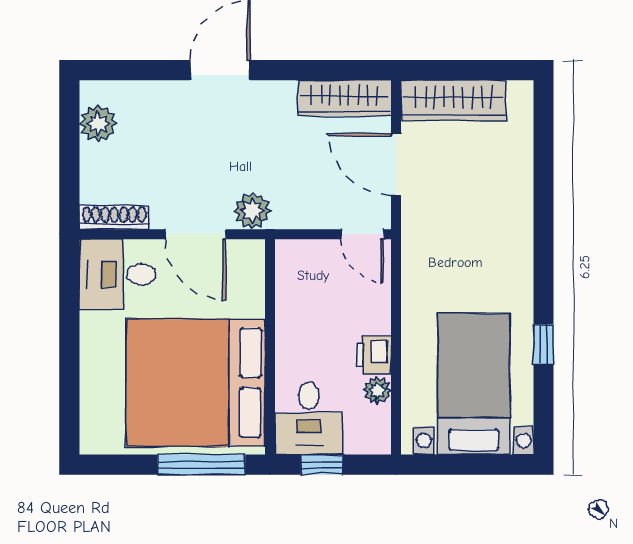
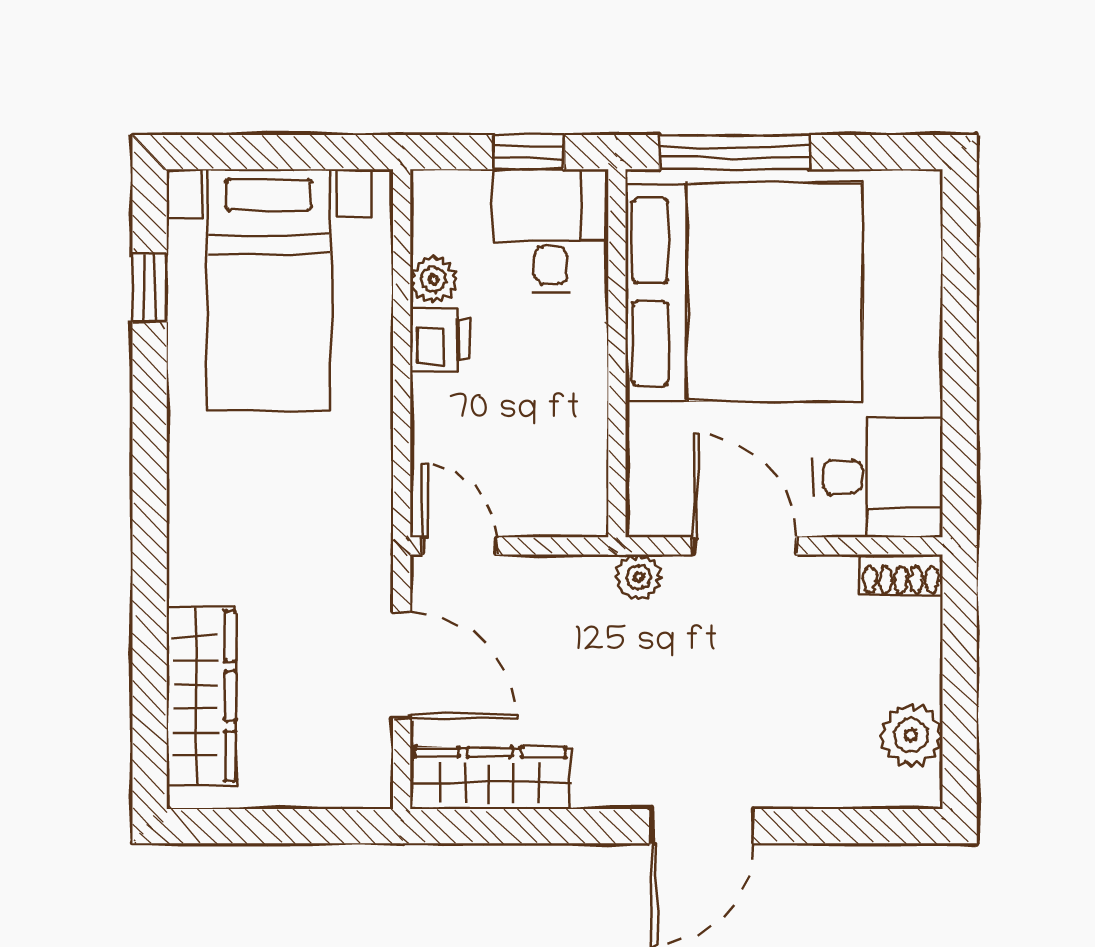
wardrobe: (453, 100) -> (201, 696), moved, turned 90
plant: (252, 211) -> (639, 577), width x0.73, depth x0.73
shoe rack: (114, 217) -> (901, 575), width x0.70
window: (544, 344) -> (150, 288), moved

